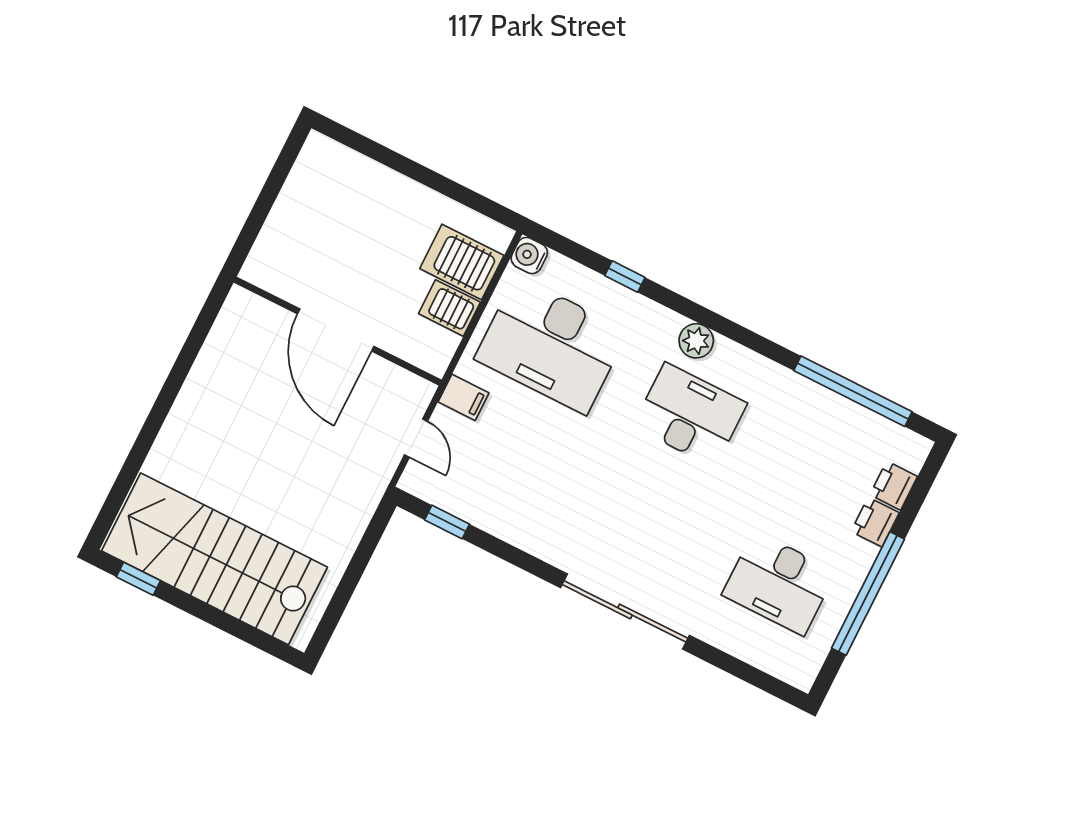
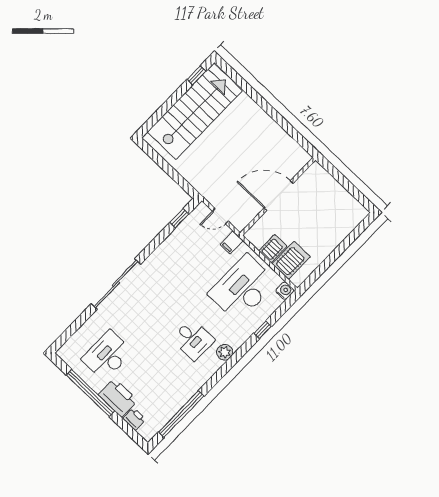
desk: (690, 415) -> (193, 339), width x0.73
printer: (875, 522) -> (118, 398), width x1.87, depth x1.48

